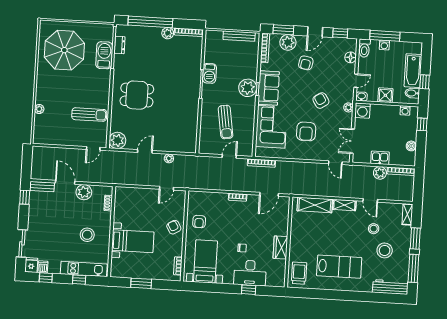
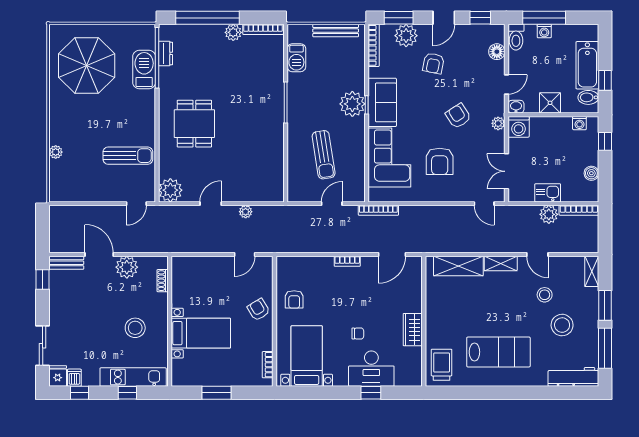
barbecue: (209, 73) -> (296, 58), moved
dining table: (137, 95) -> (194, 124), turned 90

